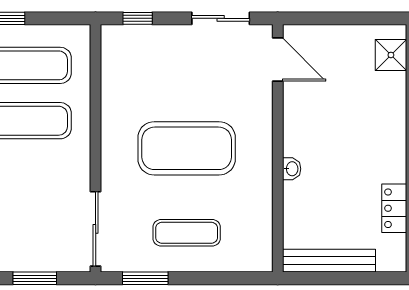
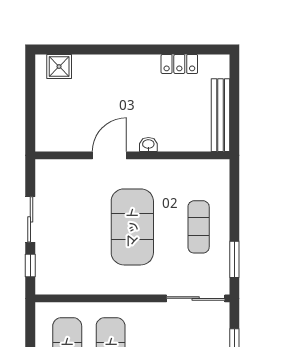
sliding door: (221, 18) -> (30, 219), moved
door: (278, 60) -> (109, 155), moved

